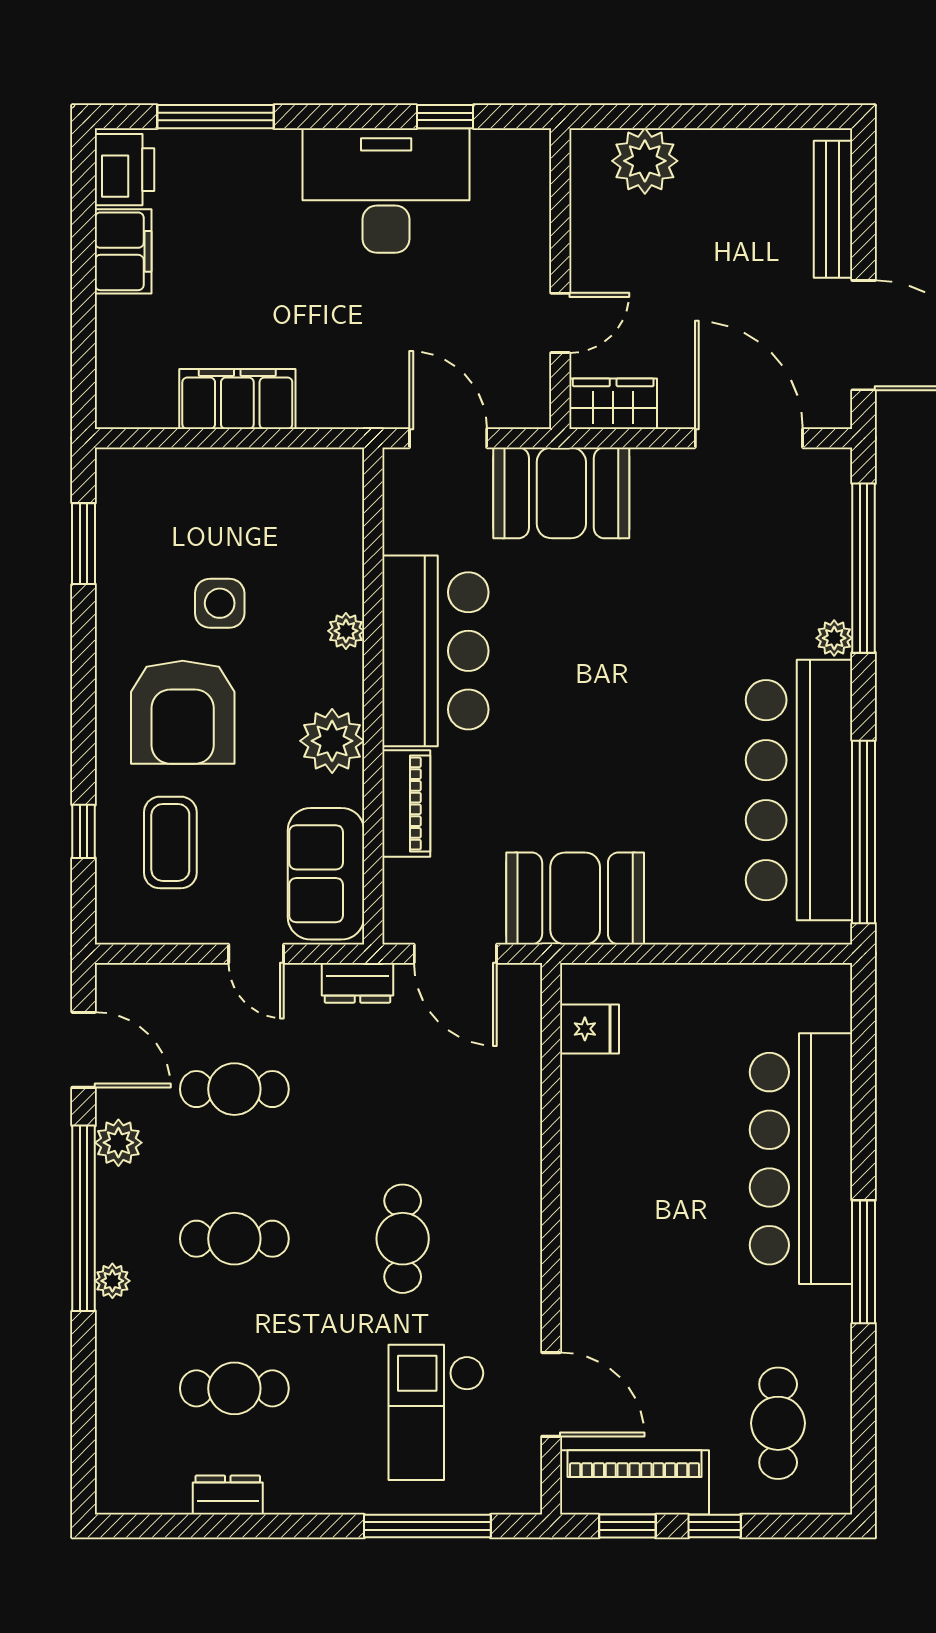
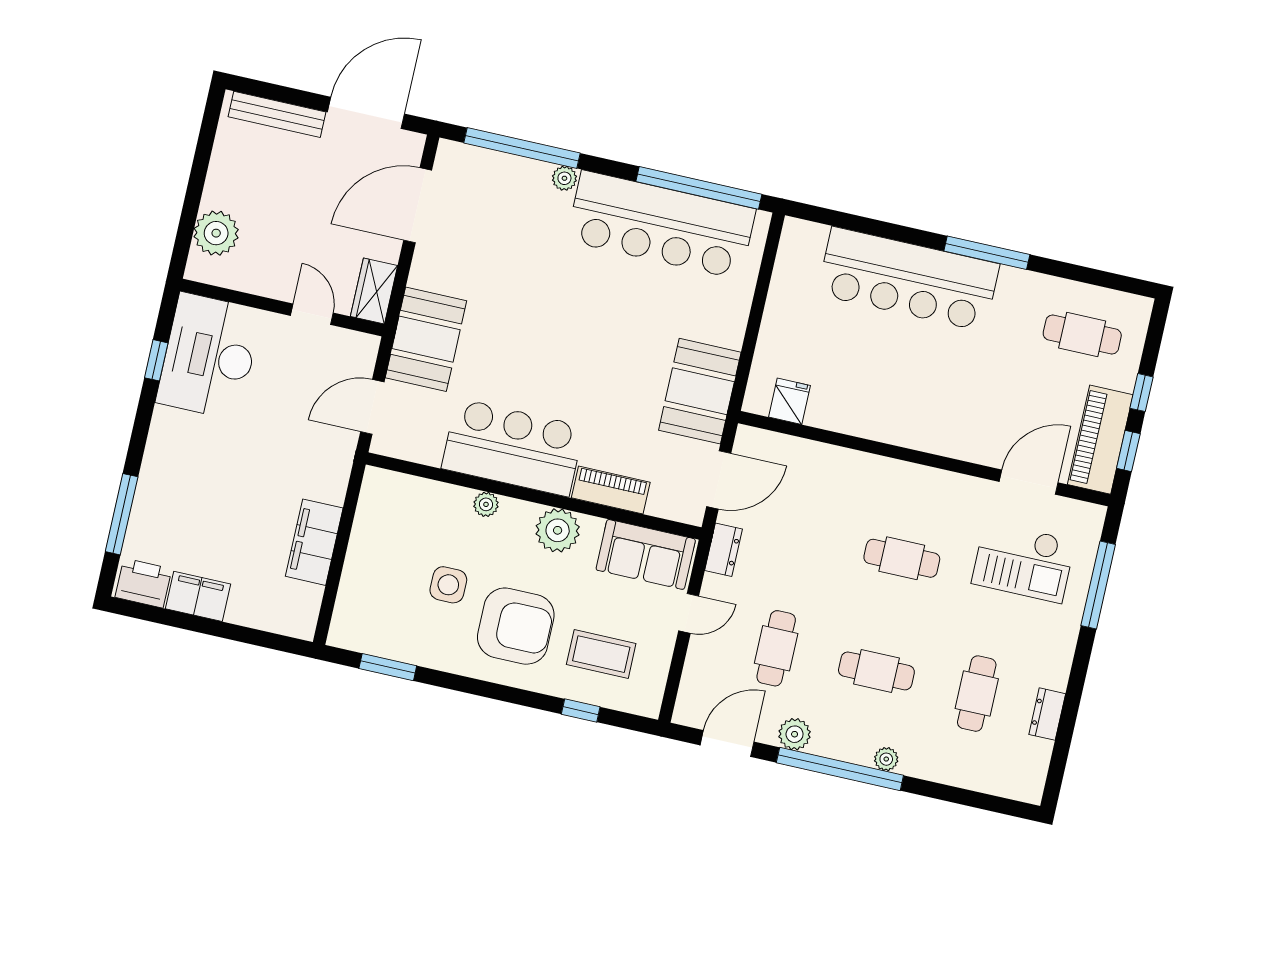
desk: (386, 190) -> (209, 356), moved
cafe table: (234, 1239) -> (876, 671), turned 90

